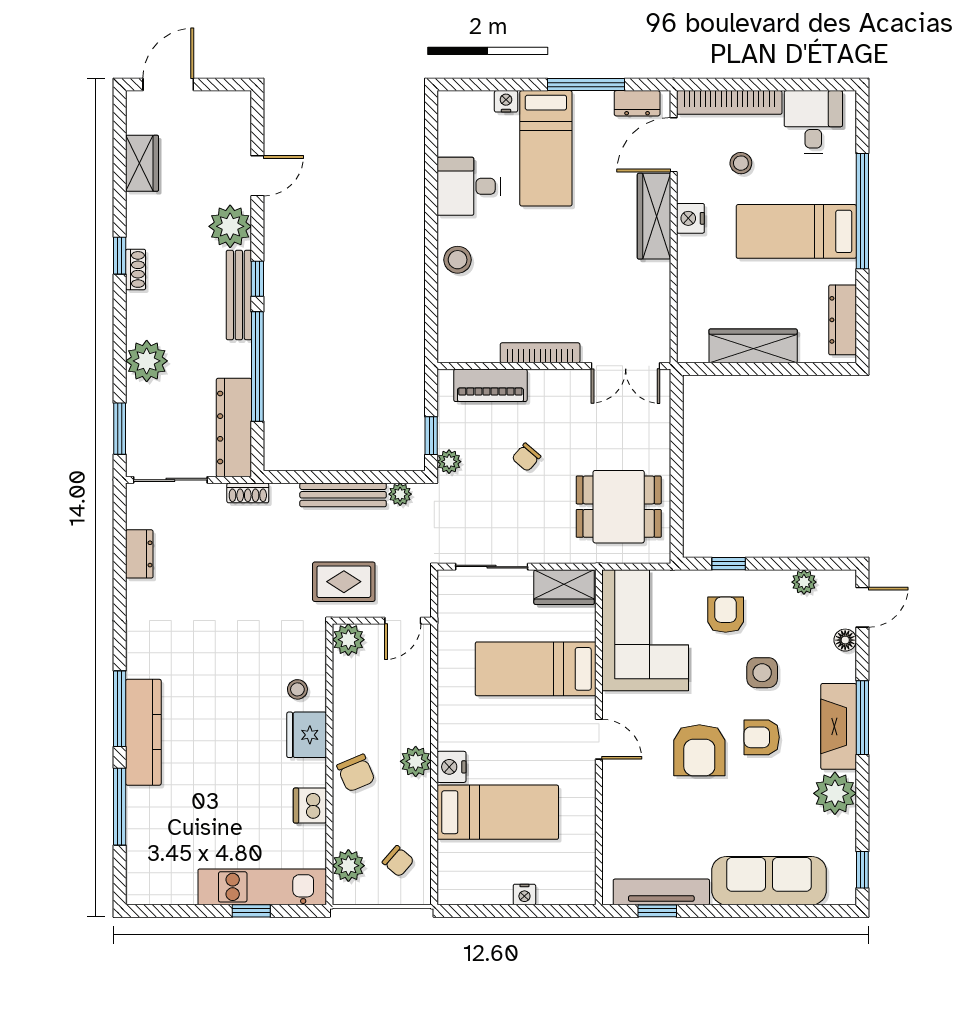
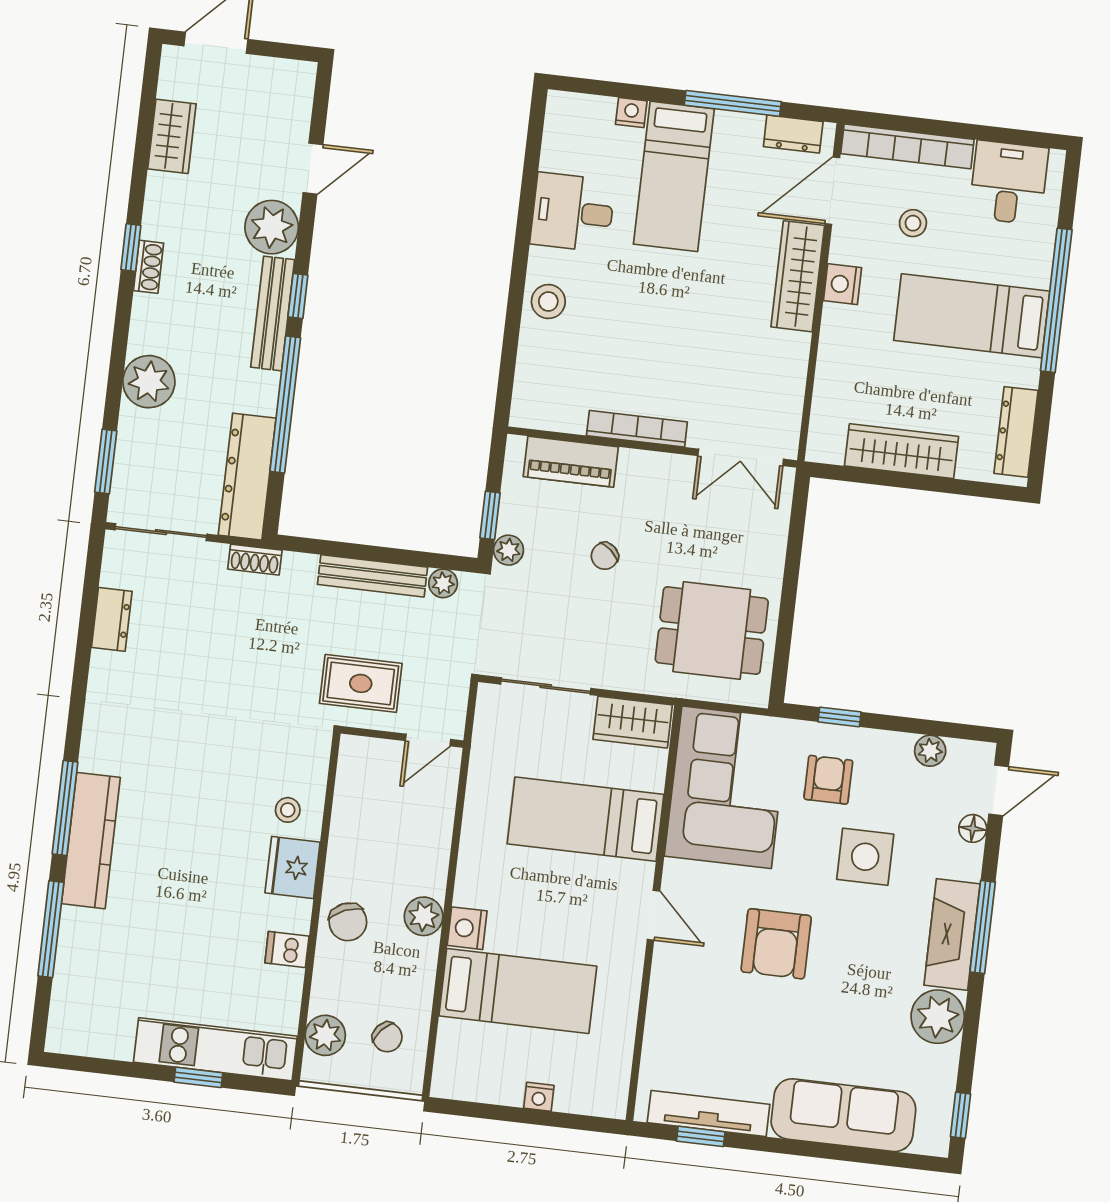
plant: (348, 640) -> (358, 756), removed
side table: (762, 673) -> (865, 857), width x1.37, depth x1.37
armchair: (762, 737) -> (855, 937), removed
dishwasher: (310, 806) -> (287, 949), width x0.73

